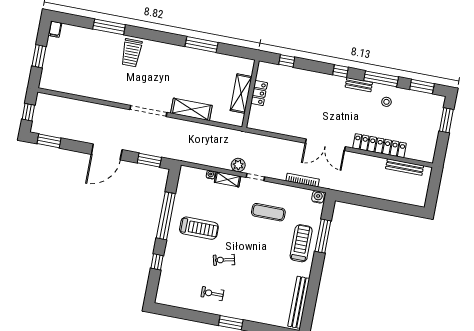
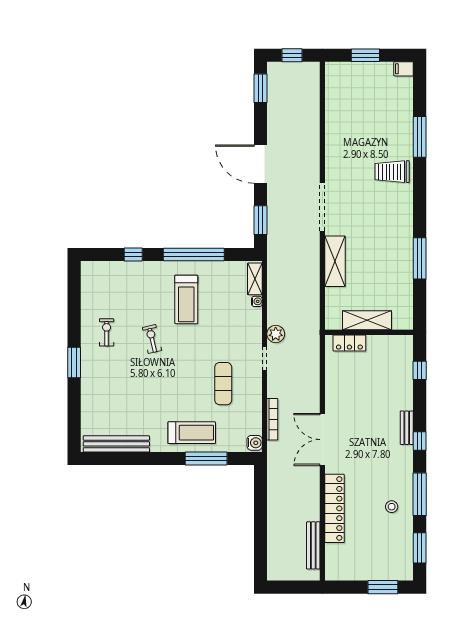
bench: (359, 85) -> (407, 428), moved
locker: (259, 93) -> (349, 343), moved
shelving: (228, 179) -> (255, 279), moved

